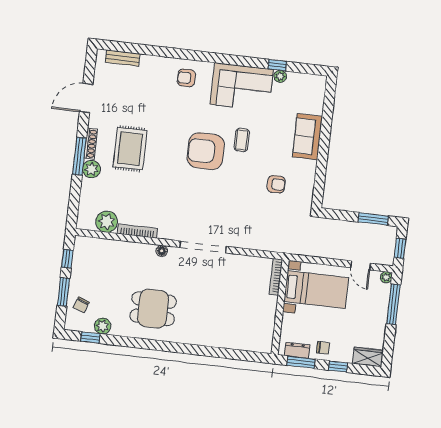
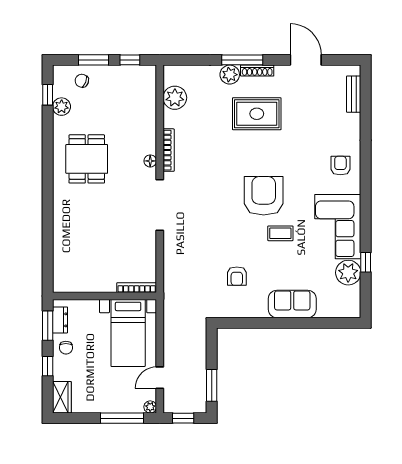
plant: (280, 76) -> (348, 273), width x1.87, depth x1.87
bookcase: (137, 231) -> (169, 150), moved

